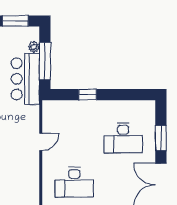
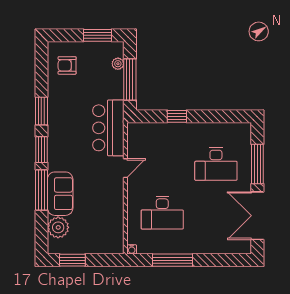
bar counter: (25, 79) -> (108, 128), moved
window: (161, 138) -> (257, 164), width x1.44

